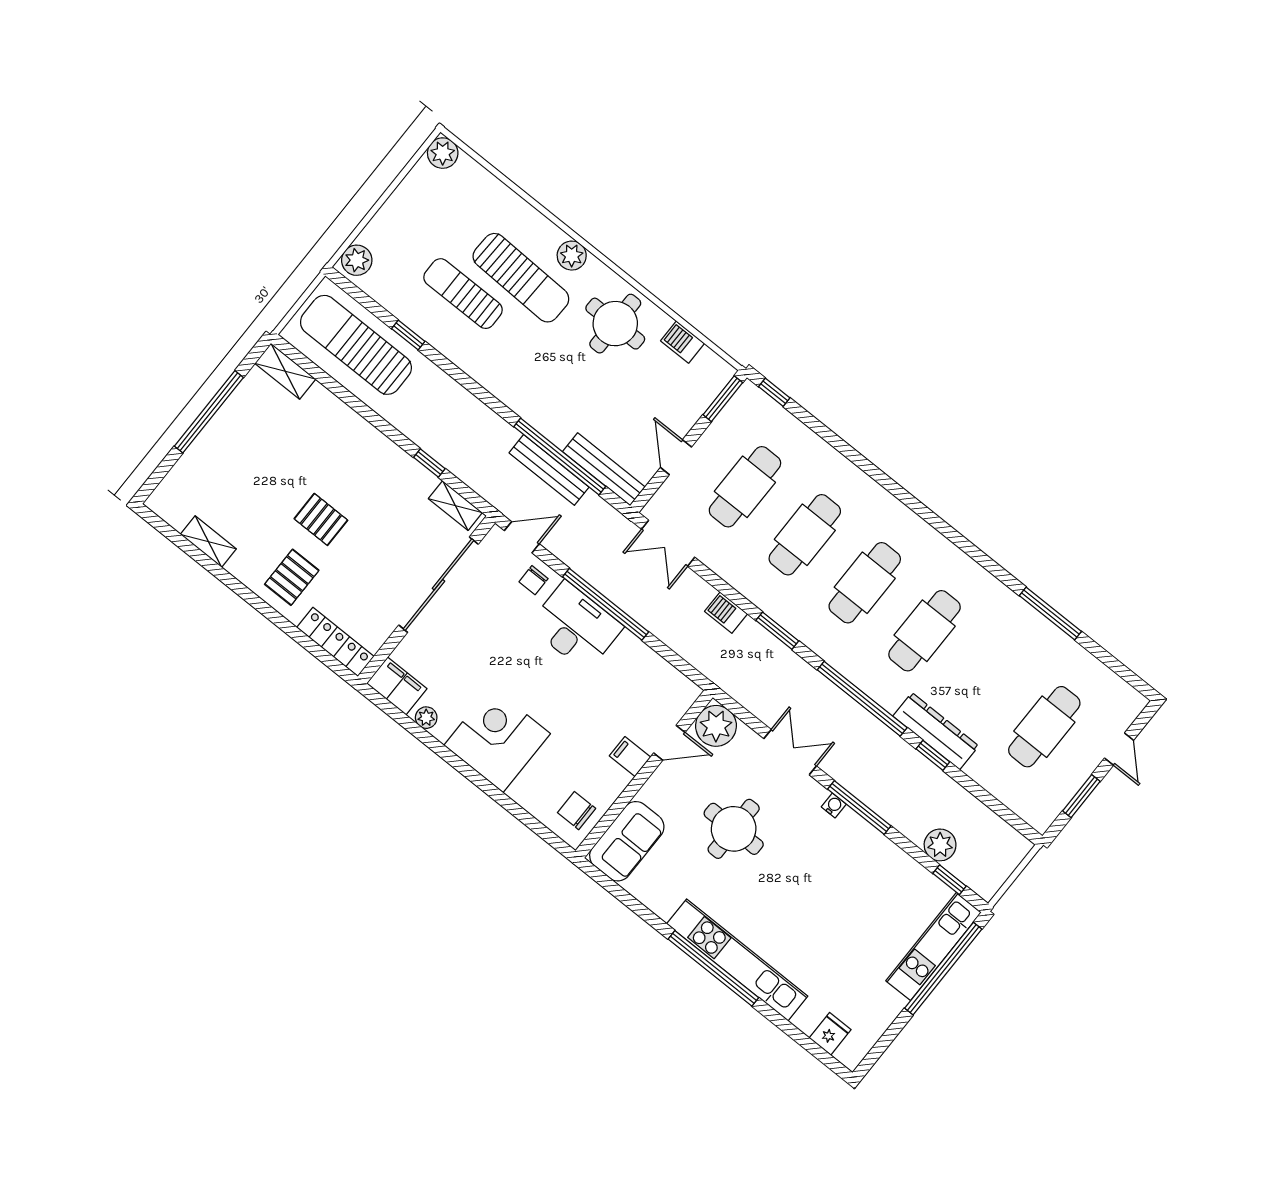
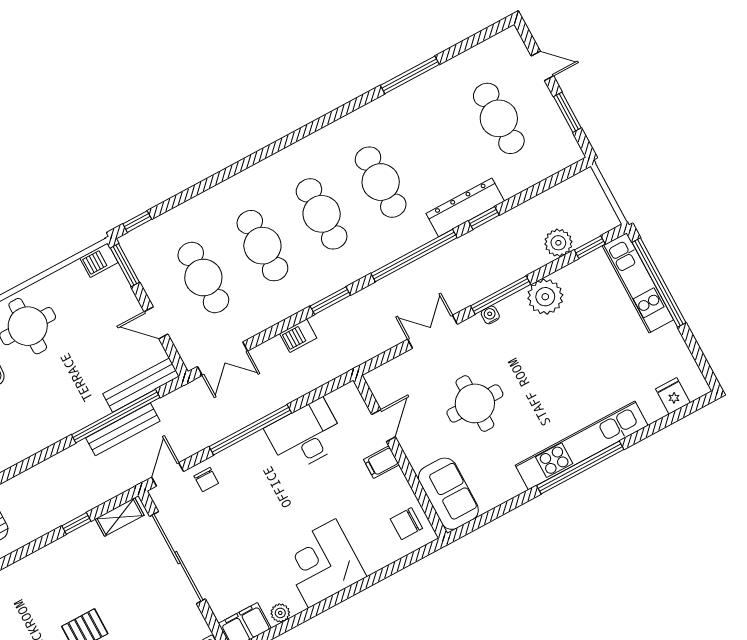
barbecue: (683, 342) -> (99, 260), moved
desk: (576, 626) -> (306, 436), moved
plant: (716, 726) -> (545, 297), moved

